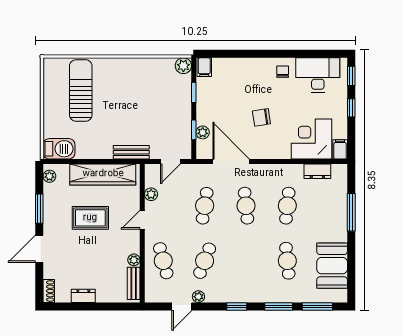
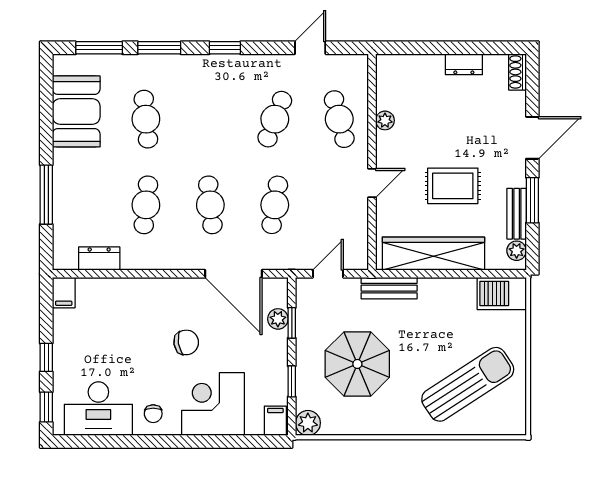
sun lounger: (81, 91) -> (468, 384), turned -123
parasol: (152, 104) -> (357, 364), added
corner desk: (311, 139) -> (213, 404), moved, turned 180
plant: (151, 194) -> (358, 223), removed
bench: (134, 283) -> (517, 214), moved
plant: (198, 297) -> (284, 63), removed

